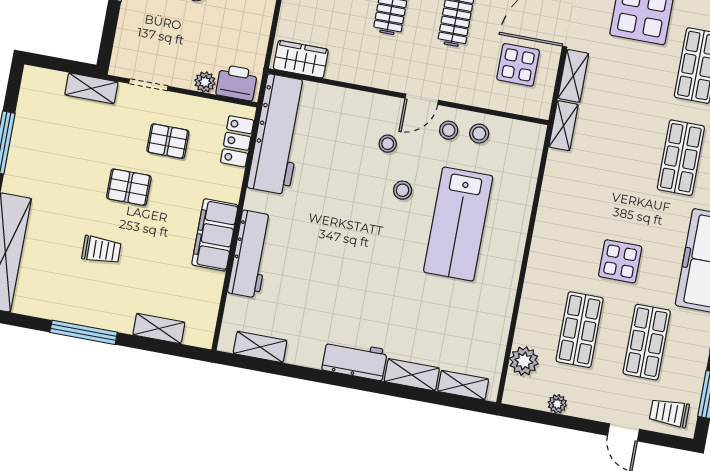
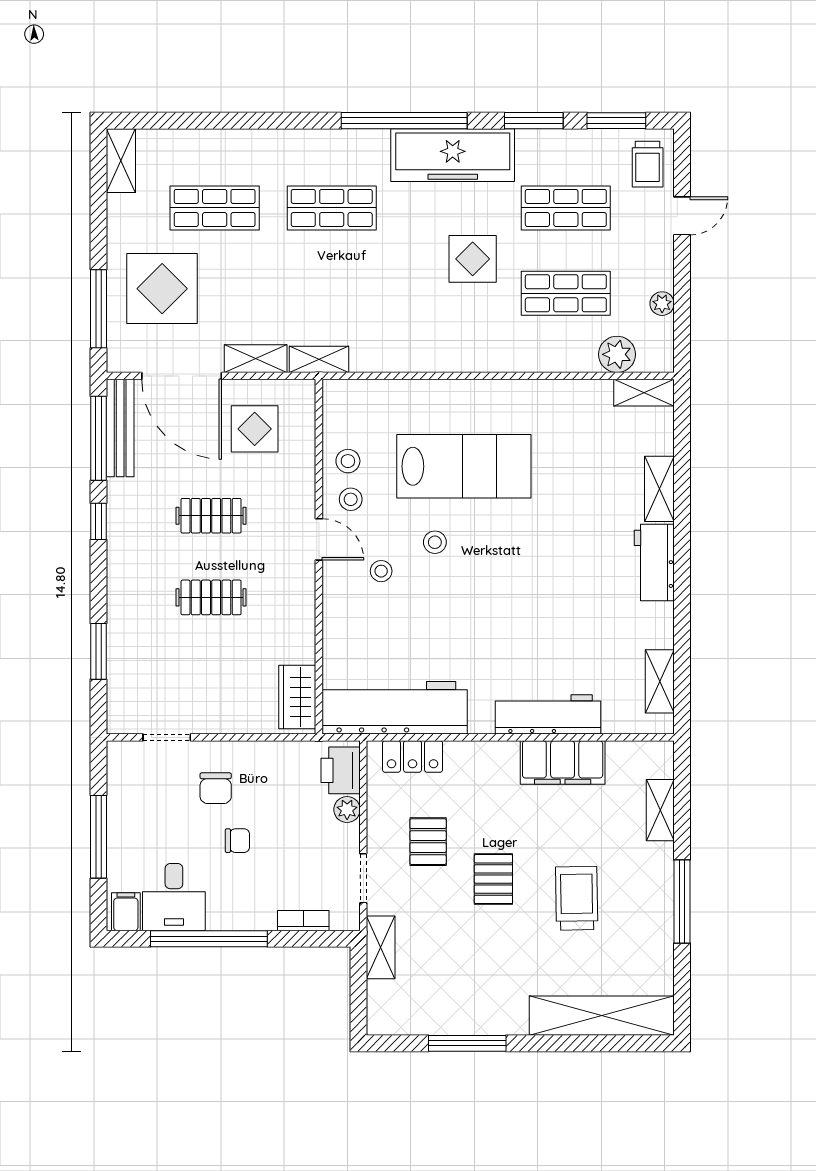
bookcase: (124, 31) -> (303, 921), added
filing cabinet: (215, 235) -> (563, 762), moved
trolley: (102, 250) -> (577, 898), width x1.36, depth x1.39
shelving: (463, 385) -> (644, 393), moved, turned 90

